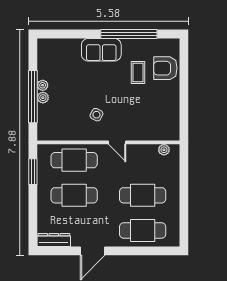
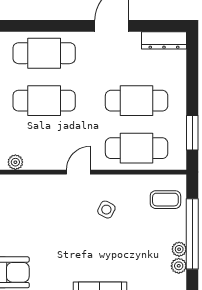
coffee table: (138, 73) -> (165, 200), moved, turned 90
plant: (43, 98) -> (179, 266), moved
door: (117, 142) -> (78, 172), hinge flipped

